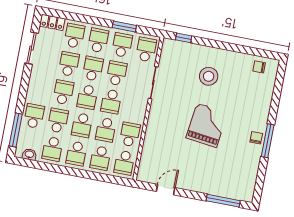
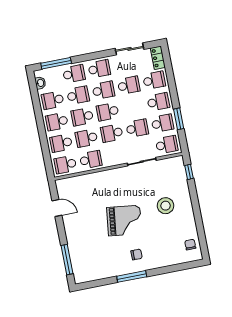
school desk: (93, 69) -> (99, 69), moved
chair: (256, 138) -> (137, 255), moved

